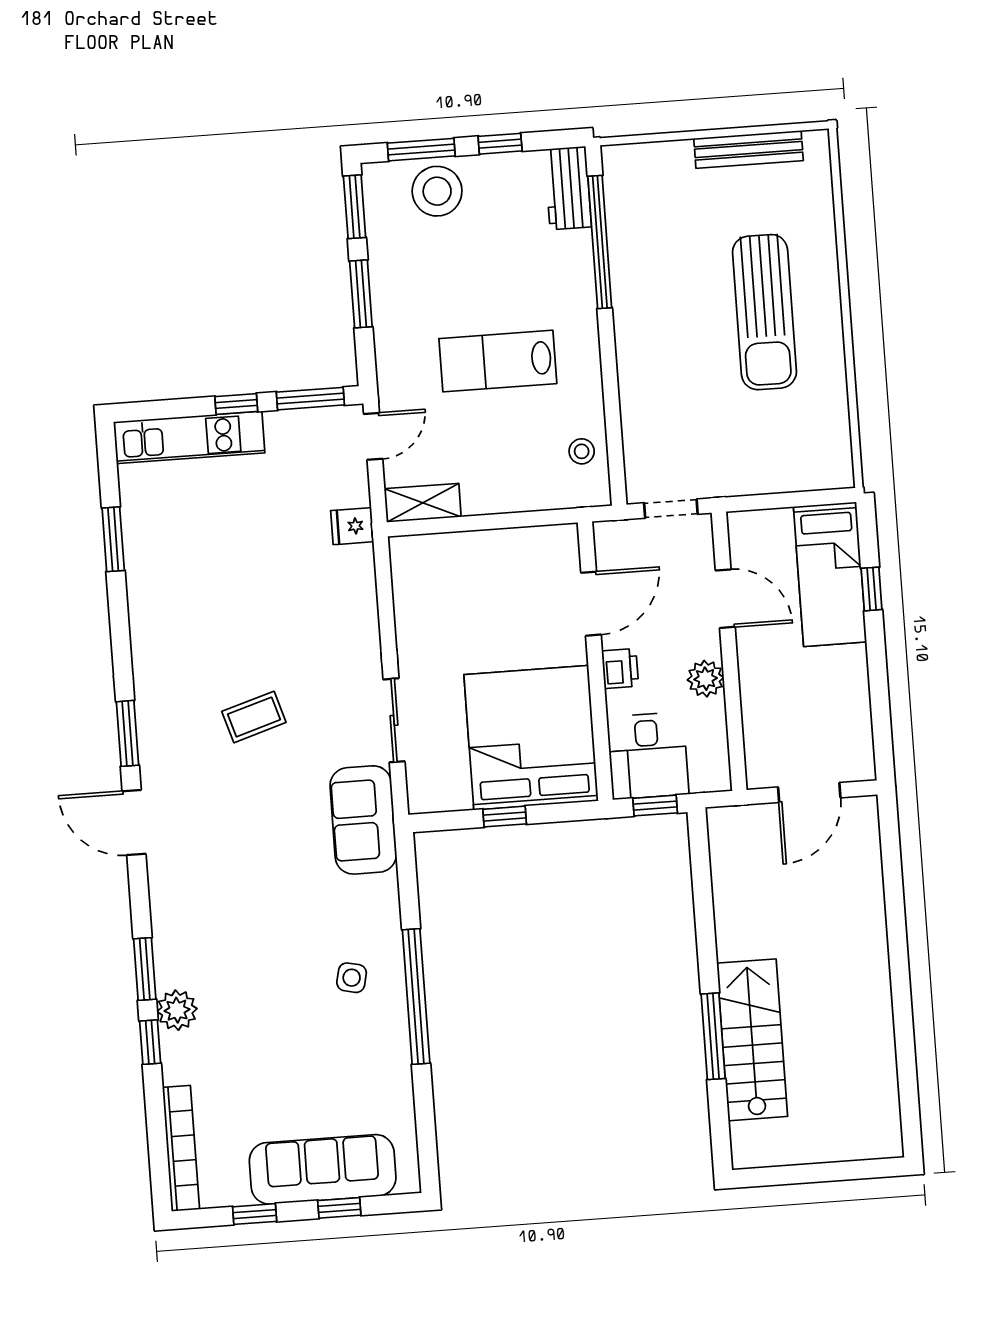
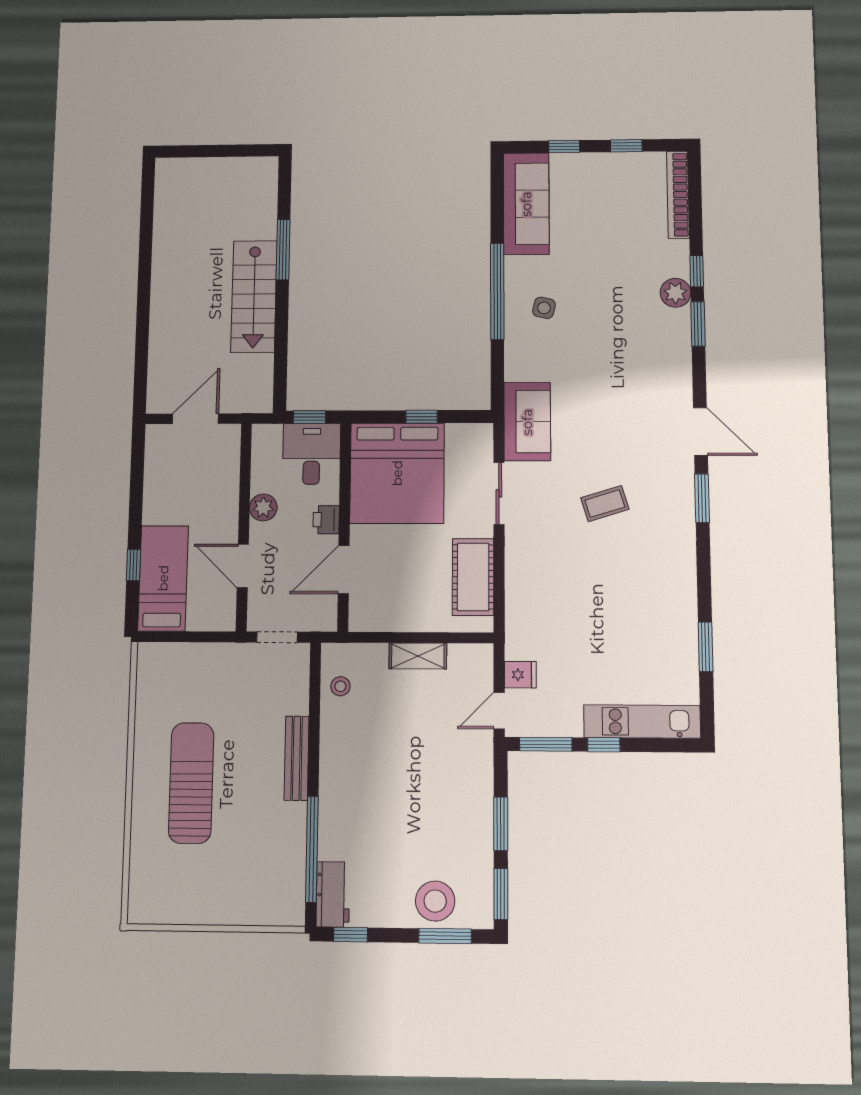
window: (500, 144) -> (350, 935), moved
bench: (749, 149) -> (297, 758), moved, turned 90
lab bench: (498, 361) -> (399, 762), removed
shelving: (423, 503) -> (418, 656), moved
fridge: (352, 526) -> (520, 675), moved
cot: (420, 607) -> (473, 577), added
stairs: (752, 1040) -> (254, 296), moved
sofa: (323, 1169) -> (526, 204), moved, turned -90

